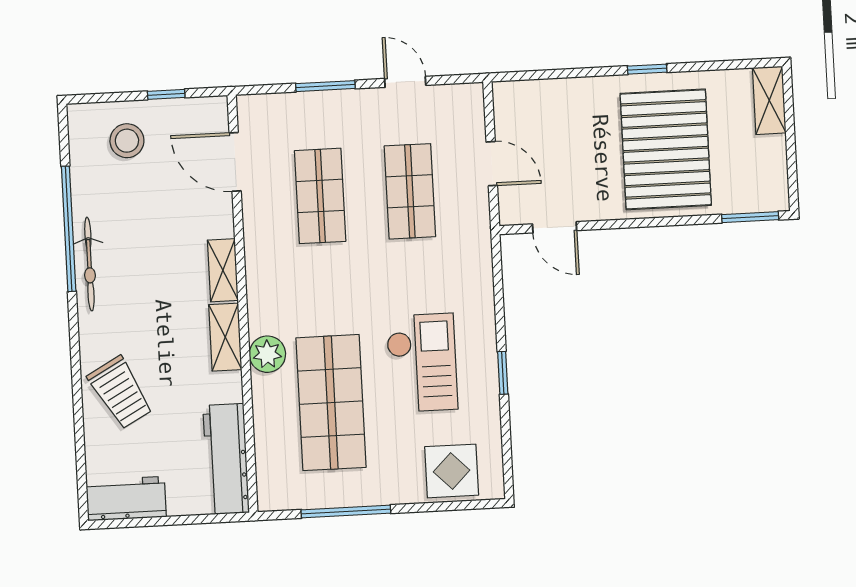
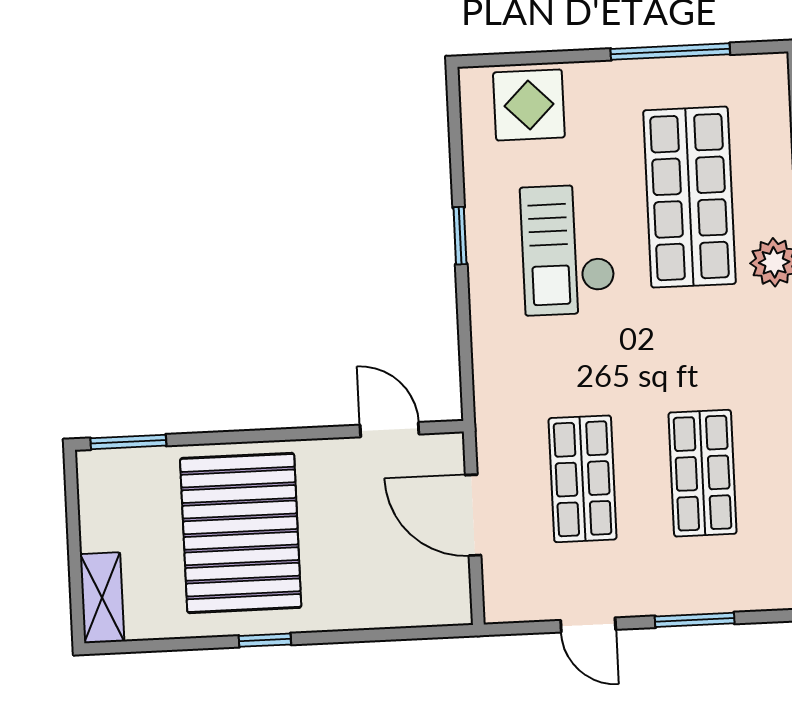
door: (492, 164) -> (473, 515), width x1.38

